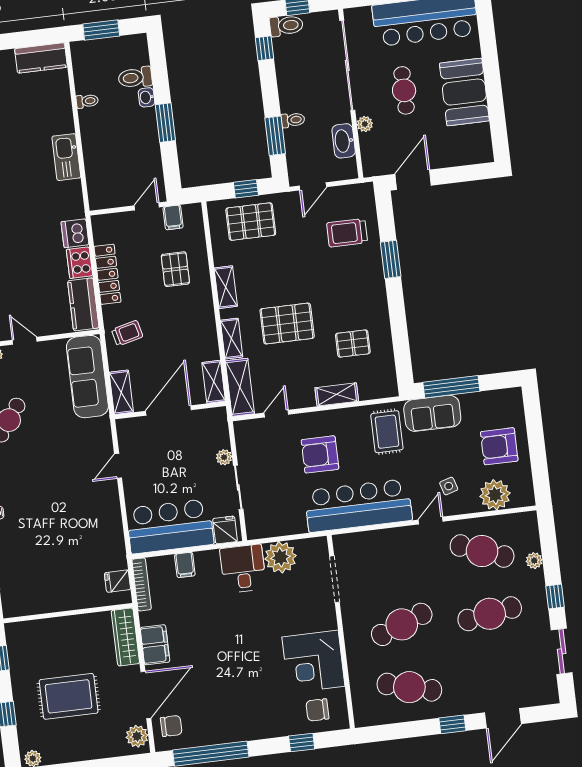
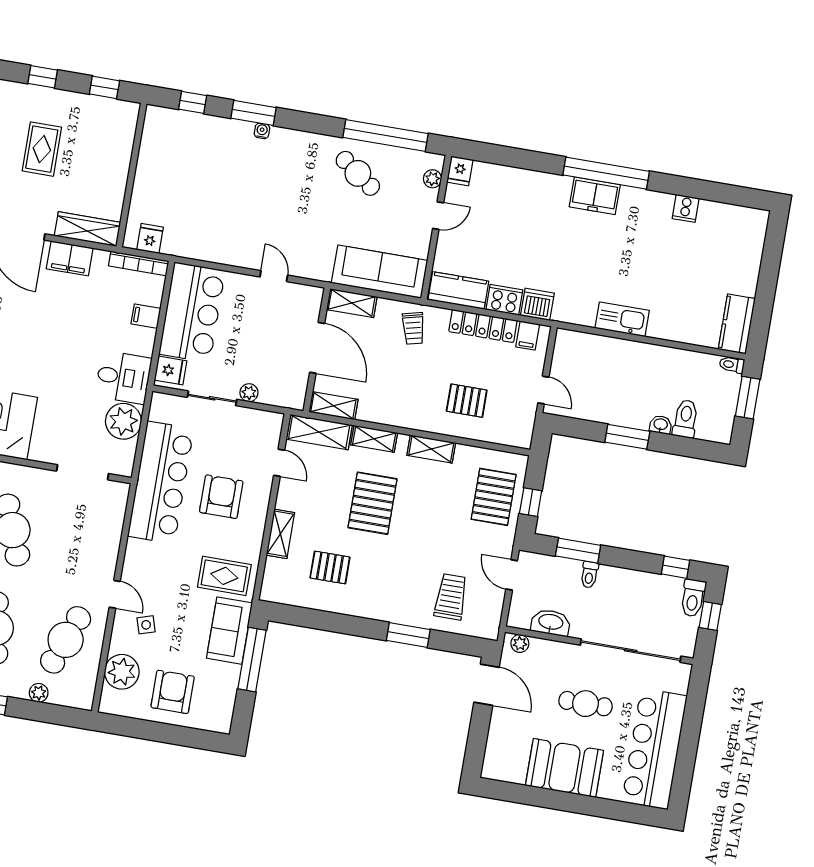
toilet: (87, 101) -> (732, 365), moved, turned 90
plant: (365, 124) -> (520, 643), moved
filing cabinet: (173, 217) -> (528, 336), moved, turned -90
pallet: (353, 344) -> (330, 567), turned 90
bar counter: (358, 506) -> (161, 482), moved
rug: (69, 696) -> (42, 149), width x0.73, depth x0.70

